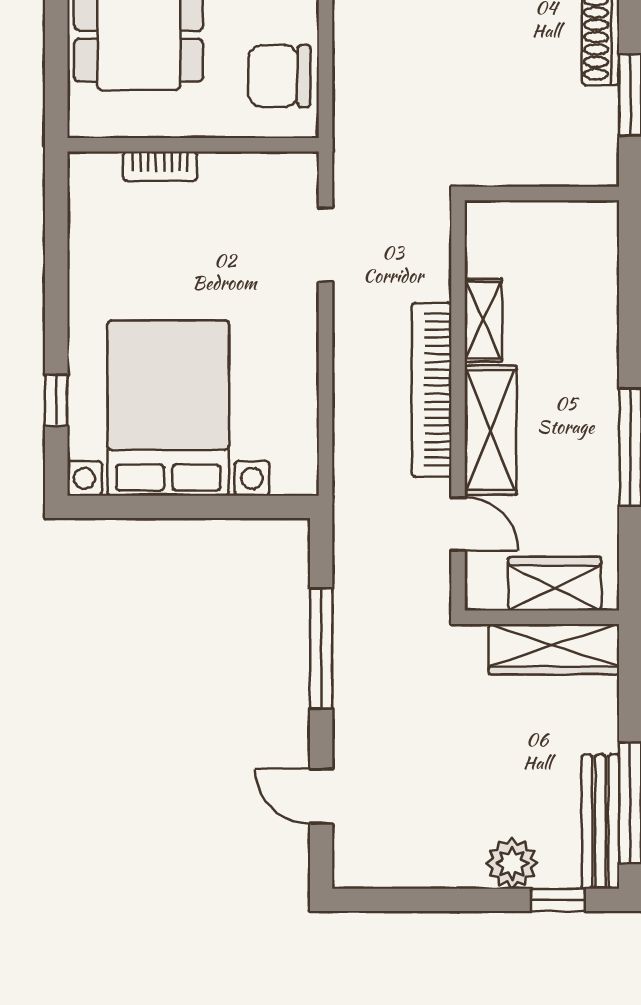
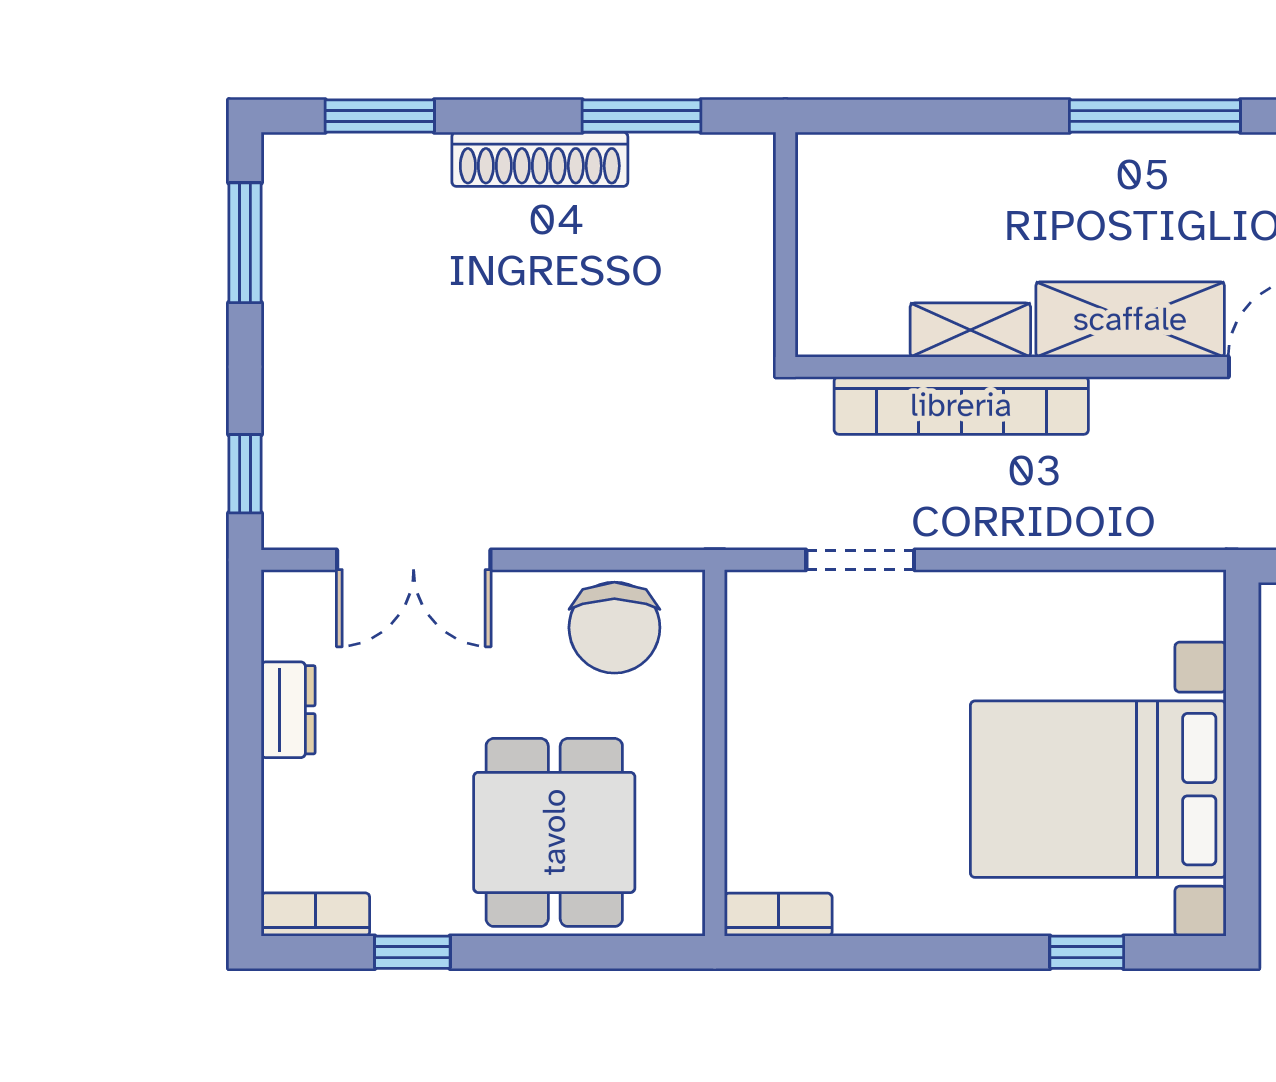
bookcase: (160, 166) -> (778, 915), moved, turned -90
bookcase: (432, 390) -> (961, 405), moved

